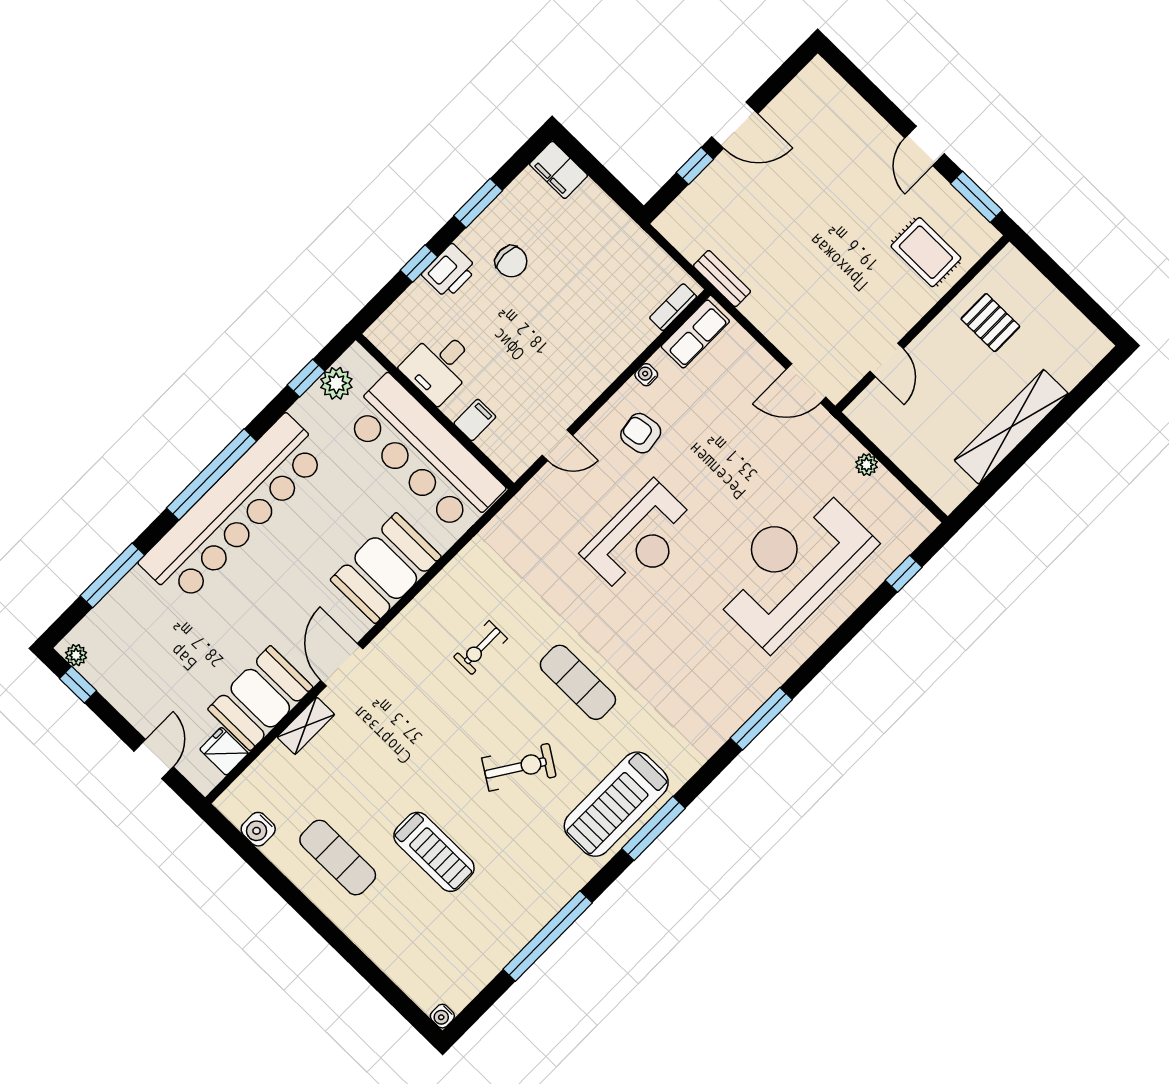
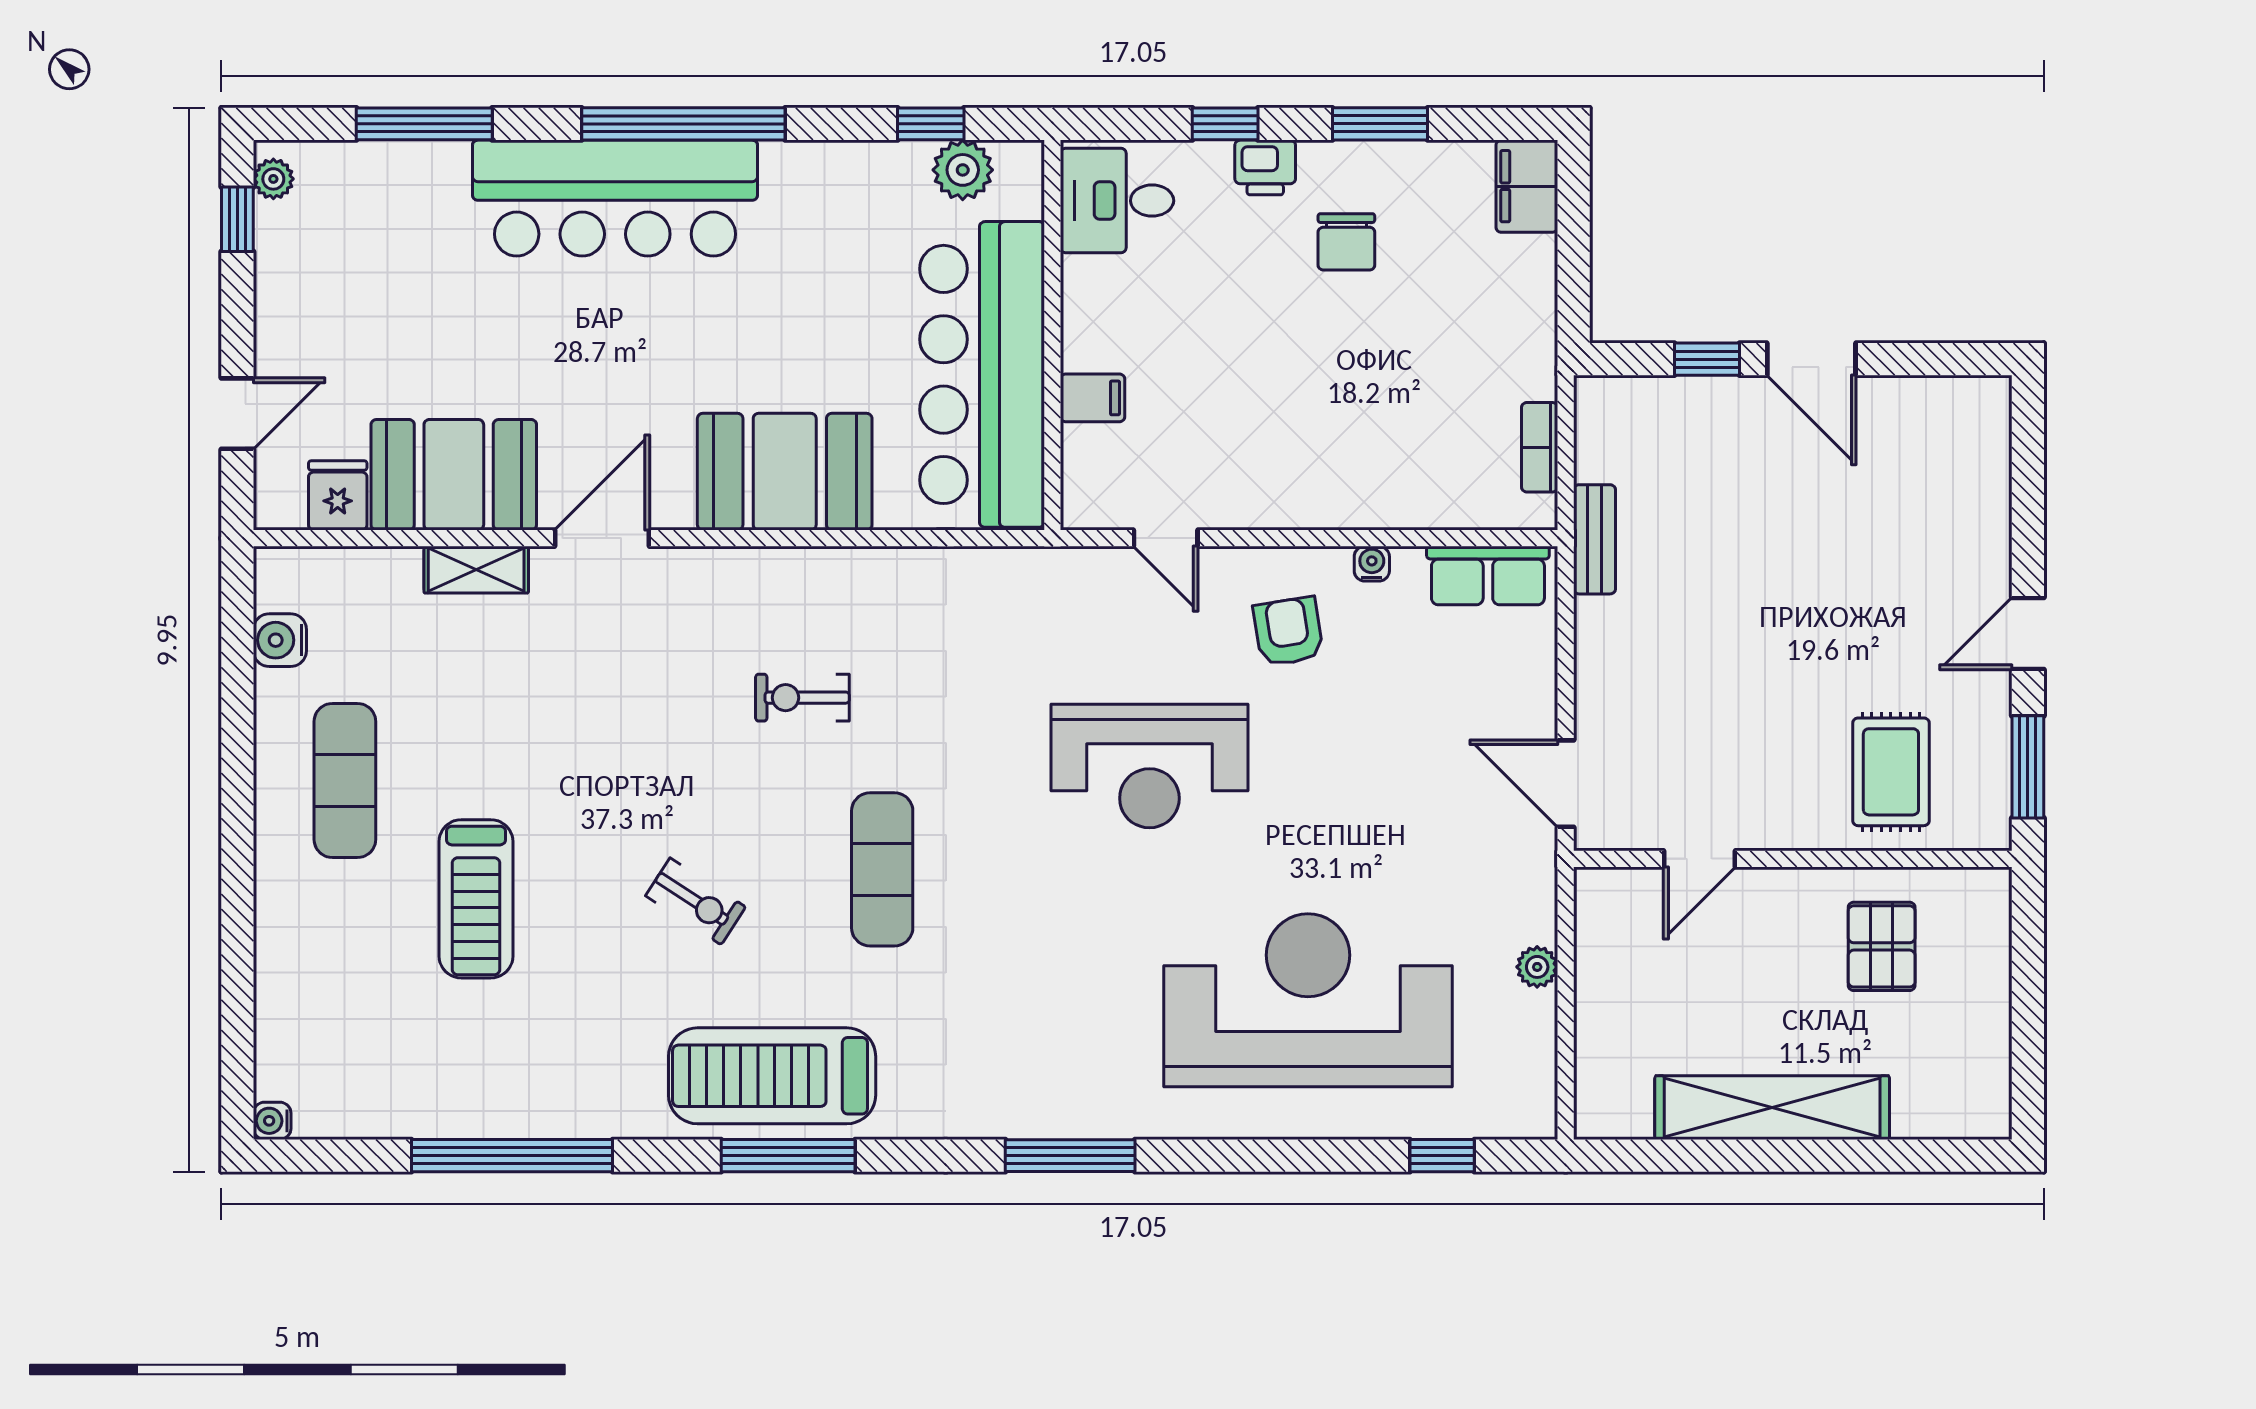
printer: (450, 271) -> (1265, 167), width x0.73, depth x0.81
bookcase: (673, 307) -> (1540, 447), moved, turned -90
desk: (439, 366) -> (1117, 201), moved
bar counter: (234, 509) -> (615, 198), width x0.73
exercise bike: (519, 767) -> (696, 901), width x0.73, depth x0.72

